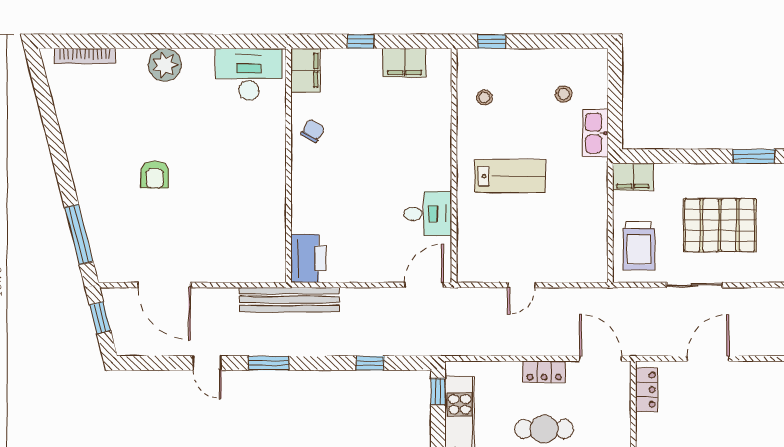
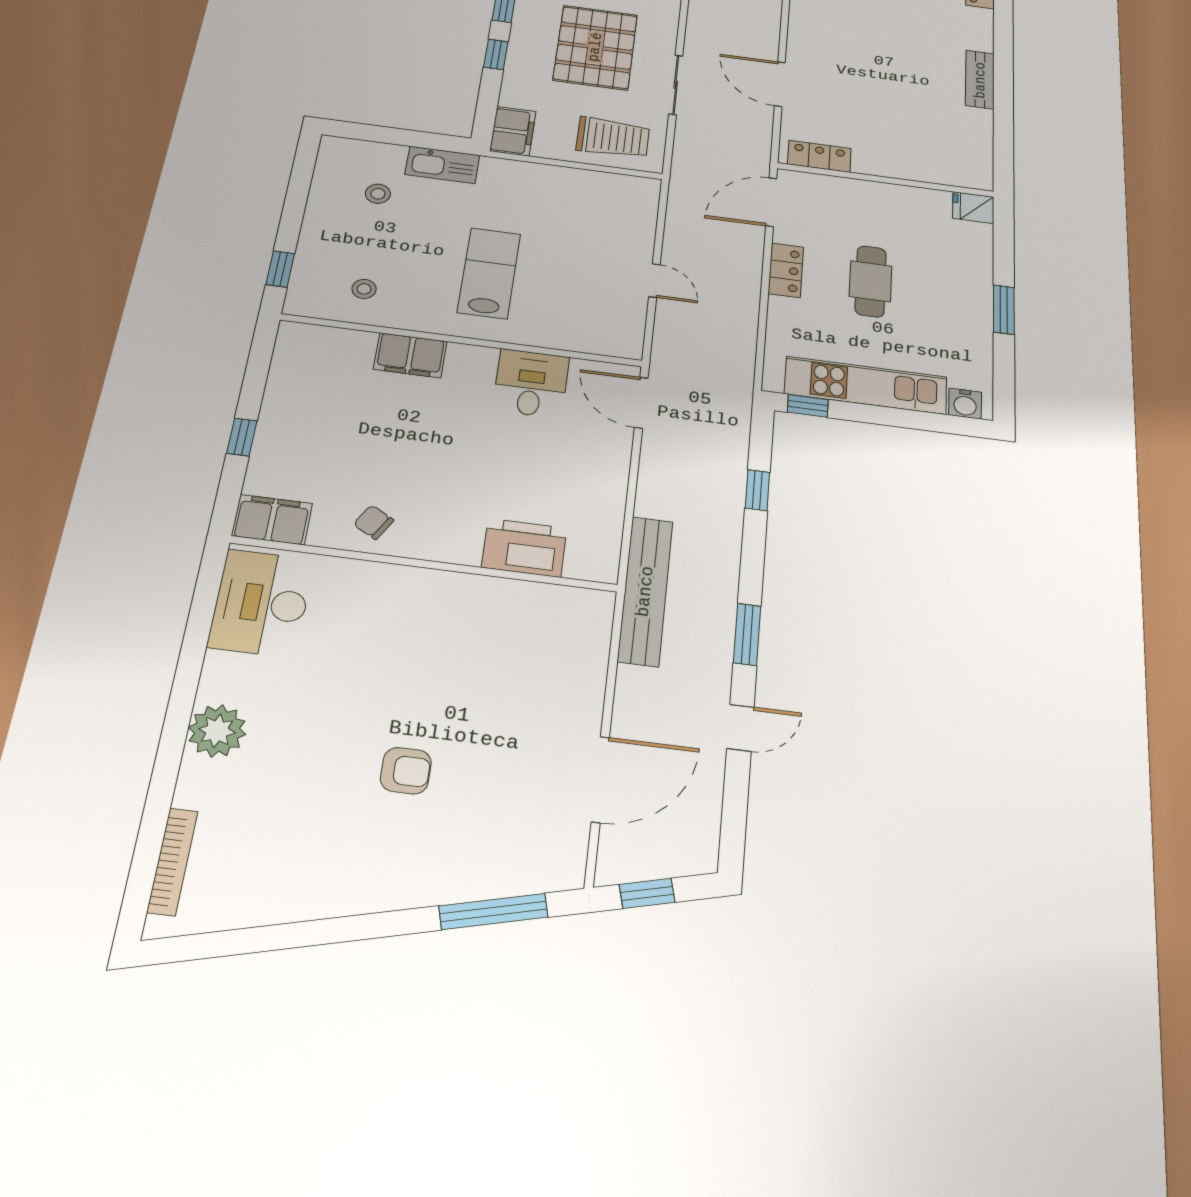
filing cabinet: (404, 63) -> (410, 355), moved, turned 90
window: (701, 156) -> (496, 54), added
printer: (308, 258) -> (524, 548), moved

